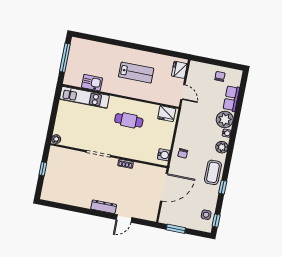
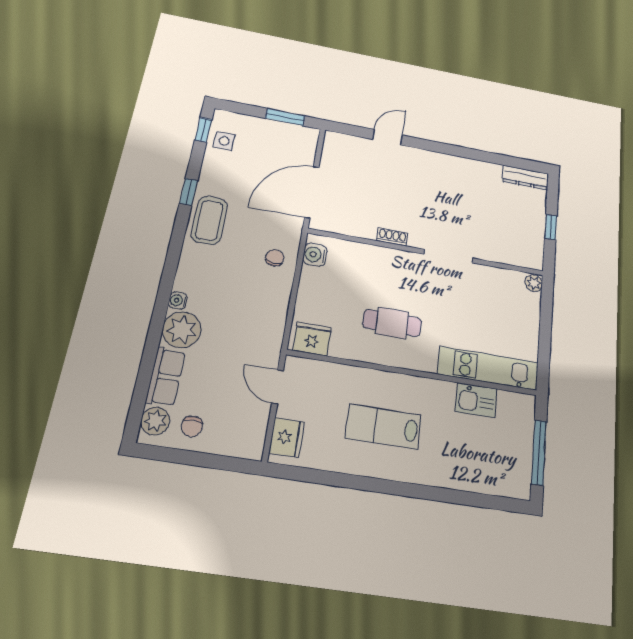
plant: (222, 147) -> (155, 421), moved
dresser: (104, 207) -> (525, 177), moved

